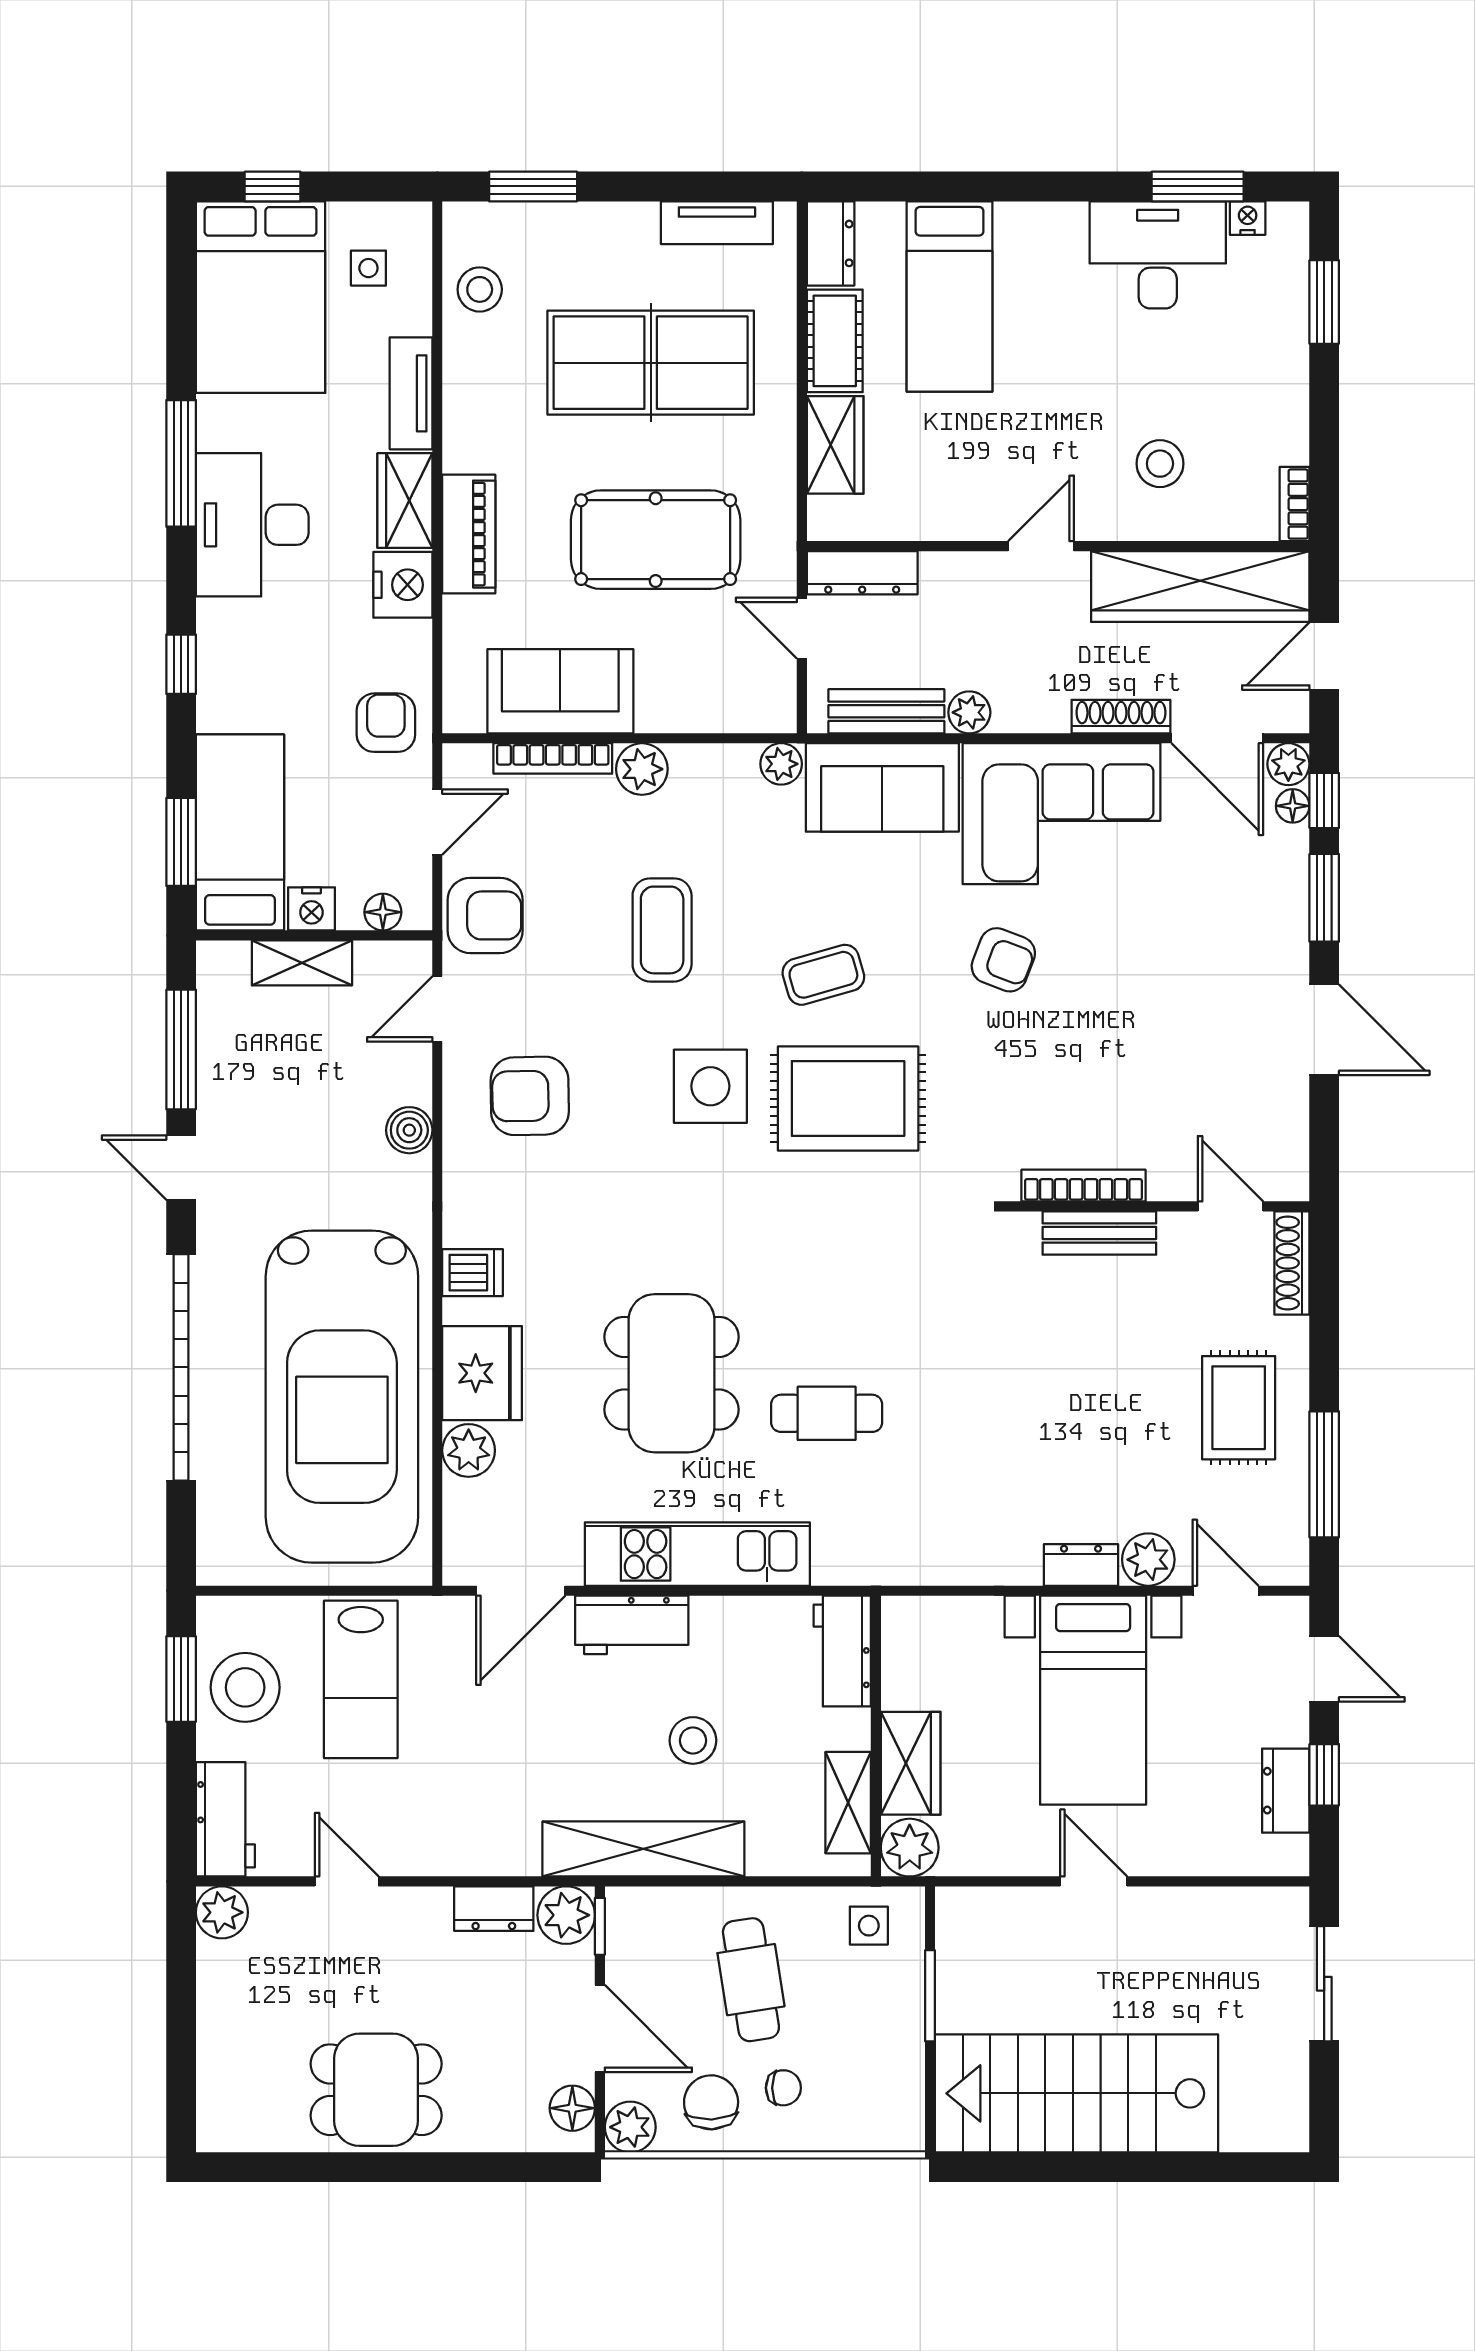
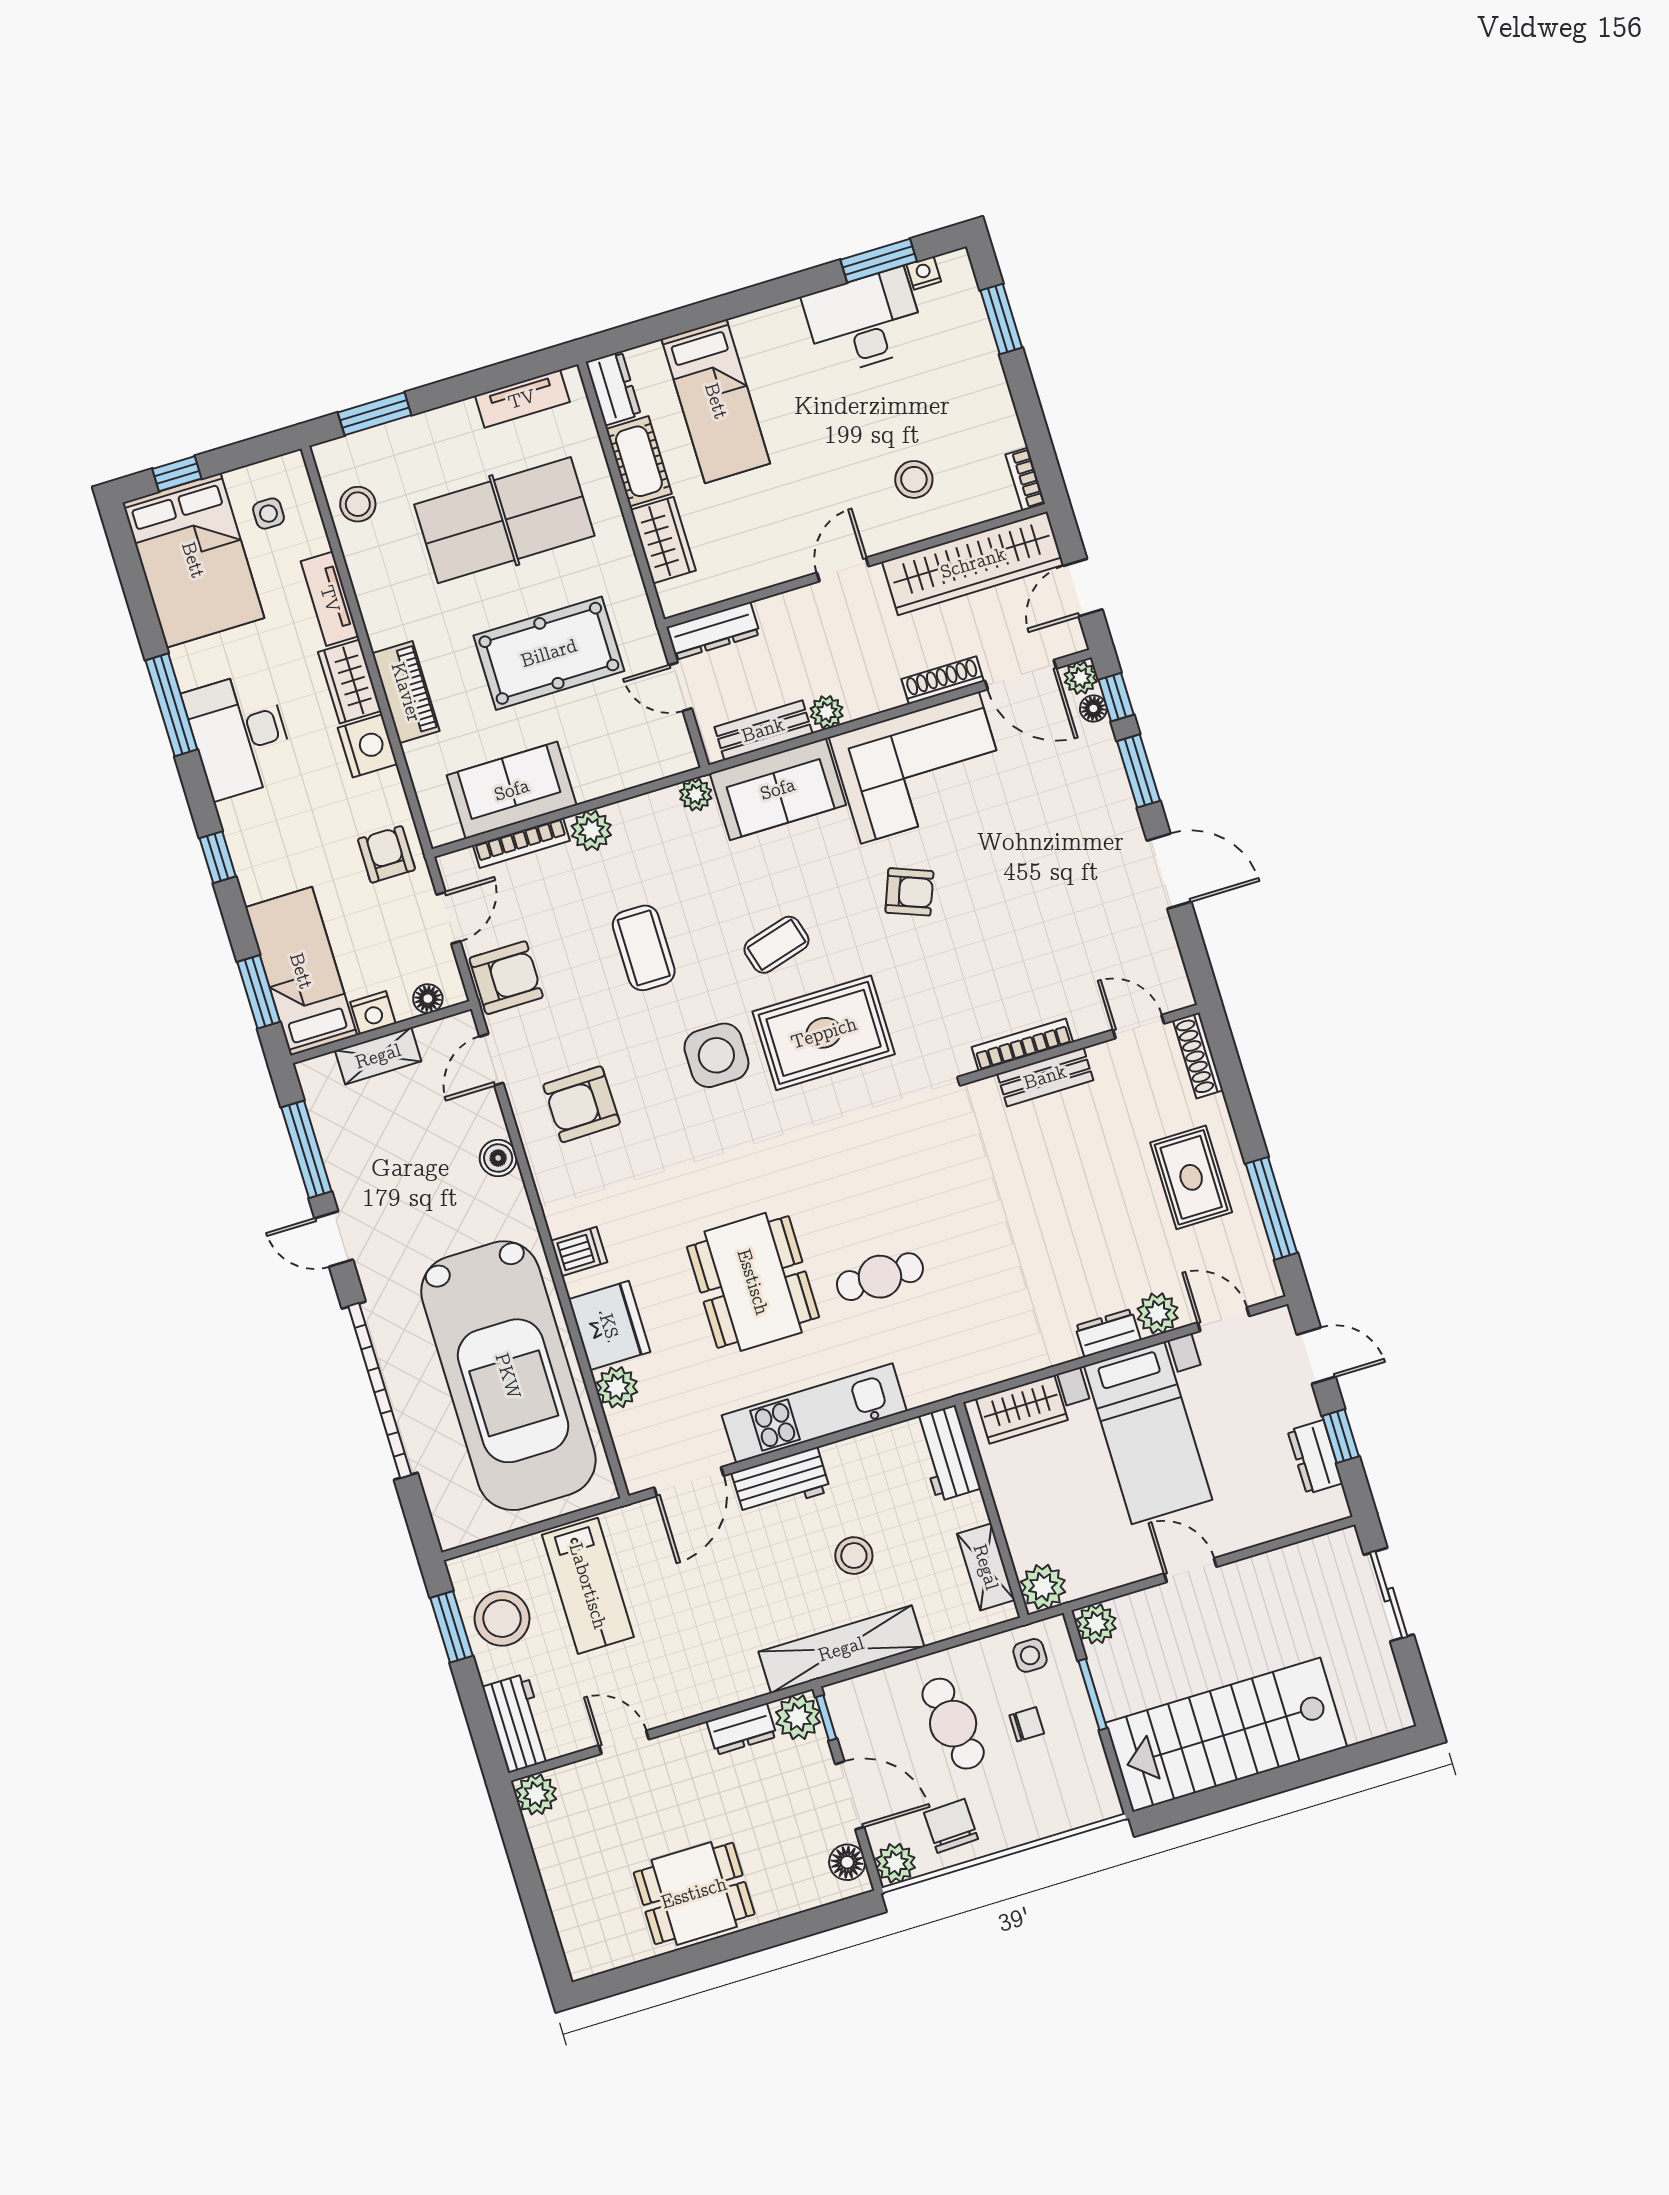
wardrobe: (911, 1763) -> (1022, 1409), moved, turned 90
plant: (960, 1912) -> (1096, 1624), added
chair: (783, 2088) -> (1027, 1724), moved

